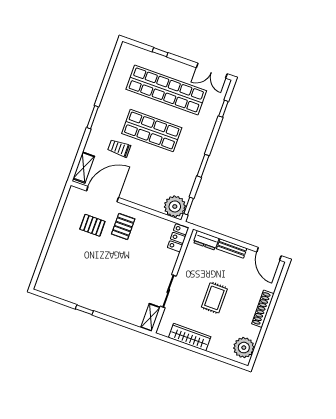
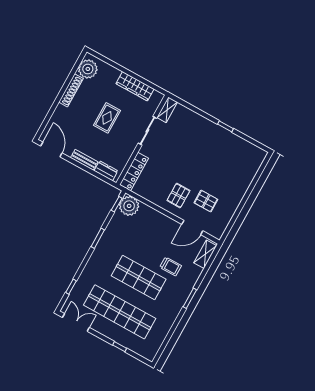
door: (103, 194) -> (192, 227), width x0.73
locker: (178, 238) -> (134, 172), width x1.53
shoe rack: (263, 309) -> (71, 90), moved

